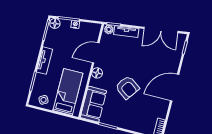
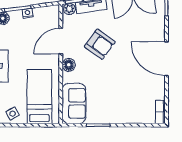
armchair: (127, 87) -> (100, 44), moved
door: (175, 88) -> (166, 59), hinge flipped

